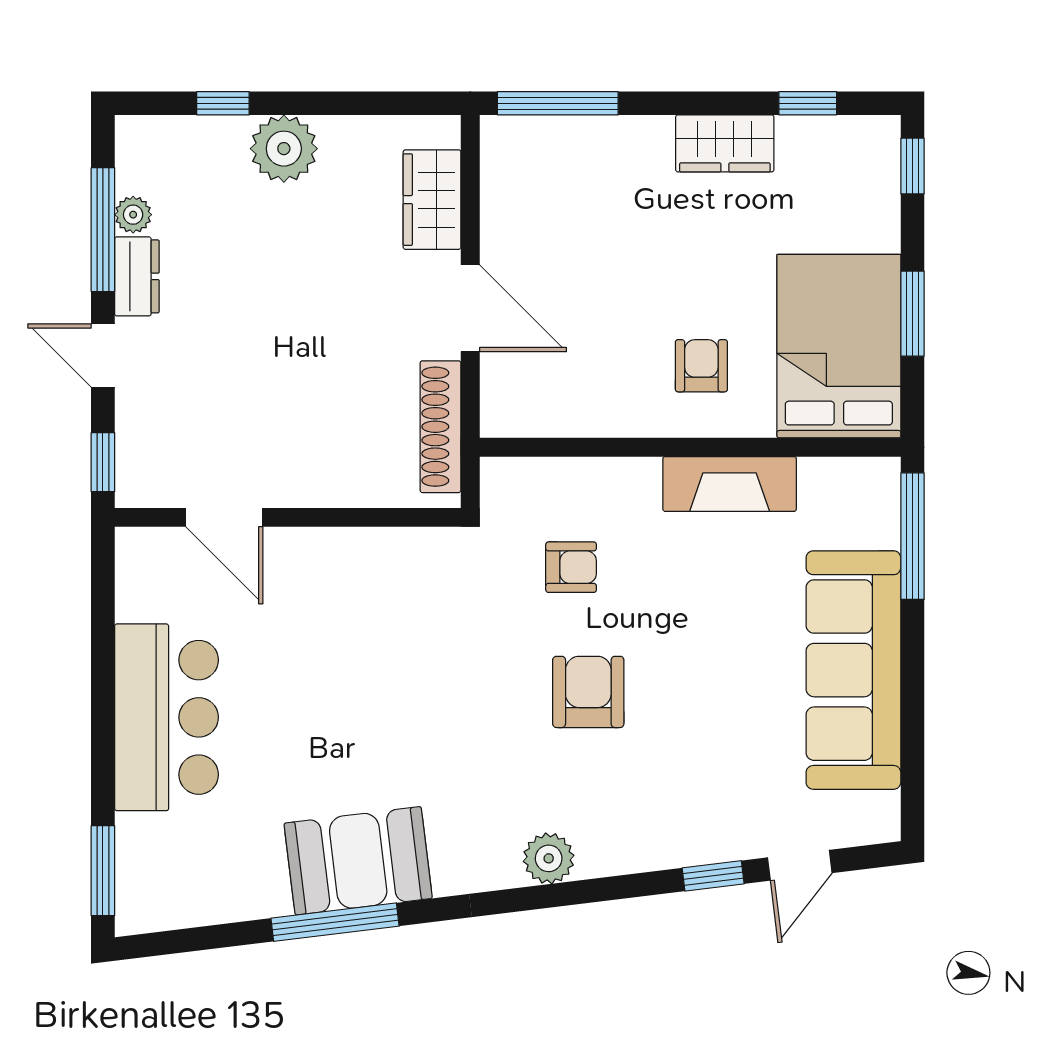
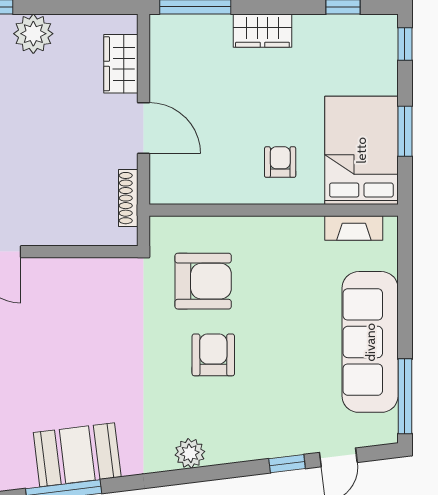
wardrobe: (725, 143) -> (262, 31), moved
shoe rack: (441, 427) -> (128, 198), width x0.74, depth x0.81
fireplace: (730, 484) -> (354, 228), moved, width x0.73, depth x0.76
window: (912, 536) -> (405, 396), moved
armchair: (571, 567) -> (203, 281), width x1.88, depth x1.88

